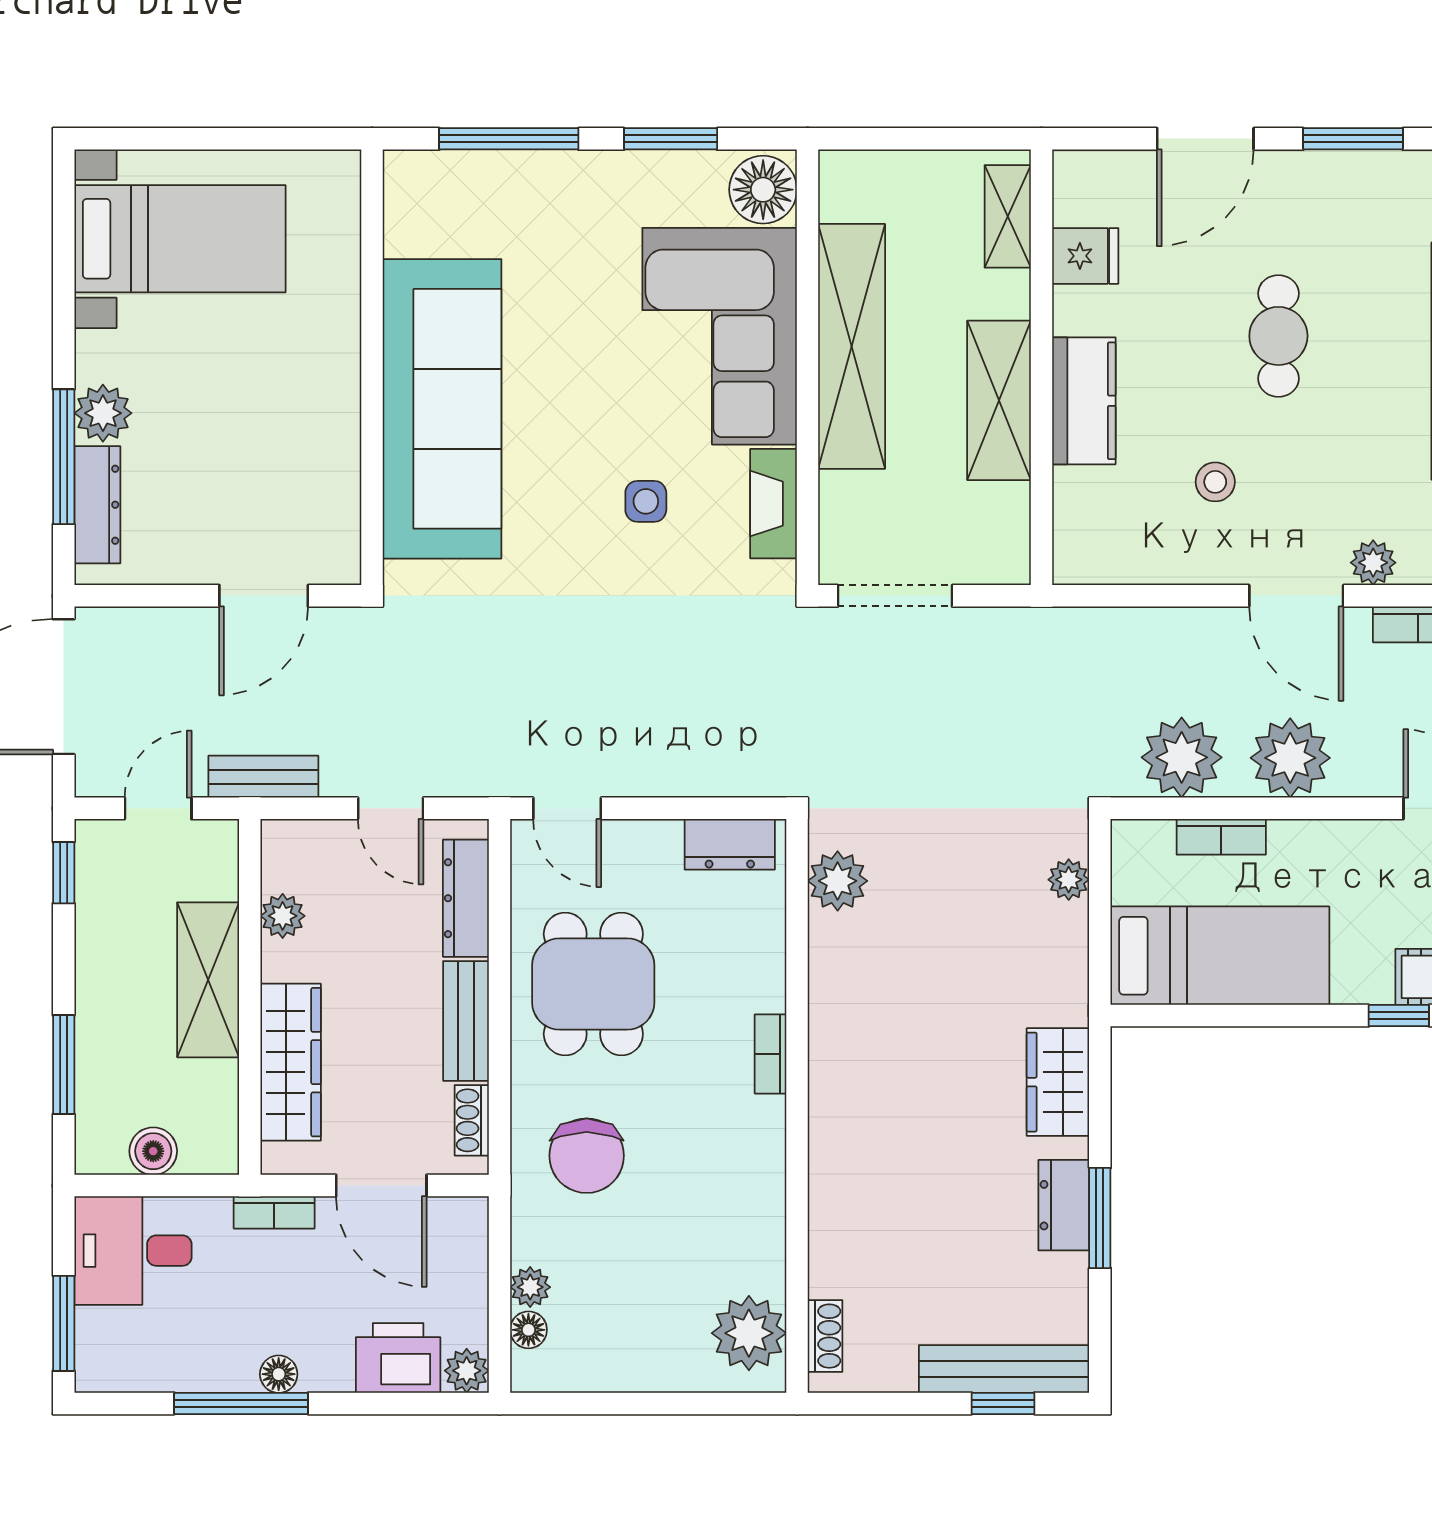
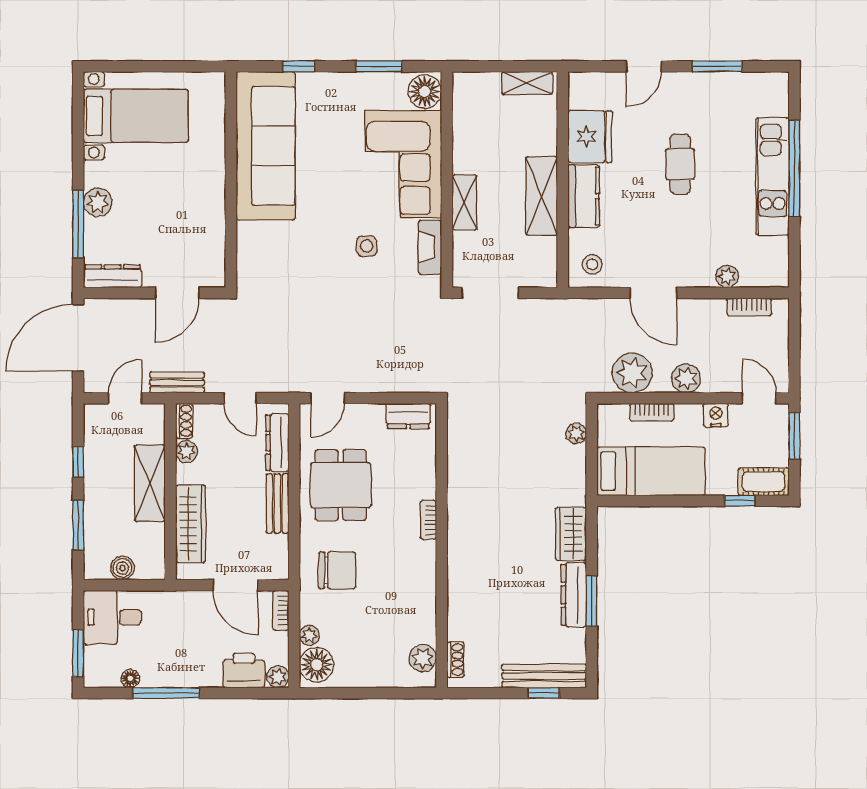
window: (509, 139) -> (299, 66), width x0.46
door: (1205, 139) -> (644, 66), width x0.73
shelving: (1008, 216) -> (527, 83), moved, turned 90
fridge: (1085, 256) -> (590, 137), width x1.88, depth x1.34
shelving: (852, 346) -> (464, 202), width x0.45, depth x0.75
sofa: (442, 409) -> (266, 146), moved
stool: (1215, 482) -> (592, 264), moved
dresser: (97, 505) -> (112, 276), moved, turned -90
door: (1296, 596) -> (653, 293), moved
plant: (1290, 758) -> (686, 378), width x0.73, depth x0.73
door: (567, 808) -> (328, 398), hinge flipped
nightstand: (1351, 842) -> (716, 415), added
window: (64, 873) -> (78, 462), moved
plant: (838, 881) -> (462, 434), removed
shoe rack: (472, 1120) -> (184, 421), moved, turned 180
chair: (587, 1156) -> (337, 570), turned -90
dresser: (1064, 1205) -> (574, 595), width x1.44
bookcase: (274, 1212) -> (281, 610), moved, turned 90
floor lamp: (528, 1330) -> (317, 665), width x1.89, depth x1.89
plant: (749, 1333) -> (423, 658), width x0.73, depth x0.73
floor lamp: (279, 1374) -> (130, 679), moved

